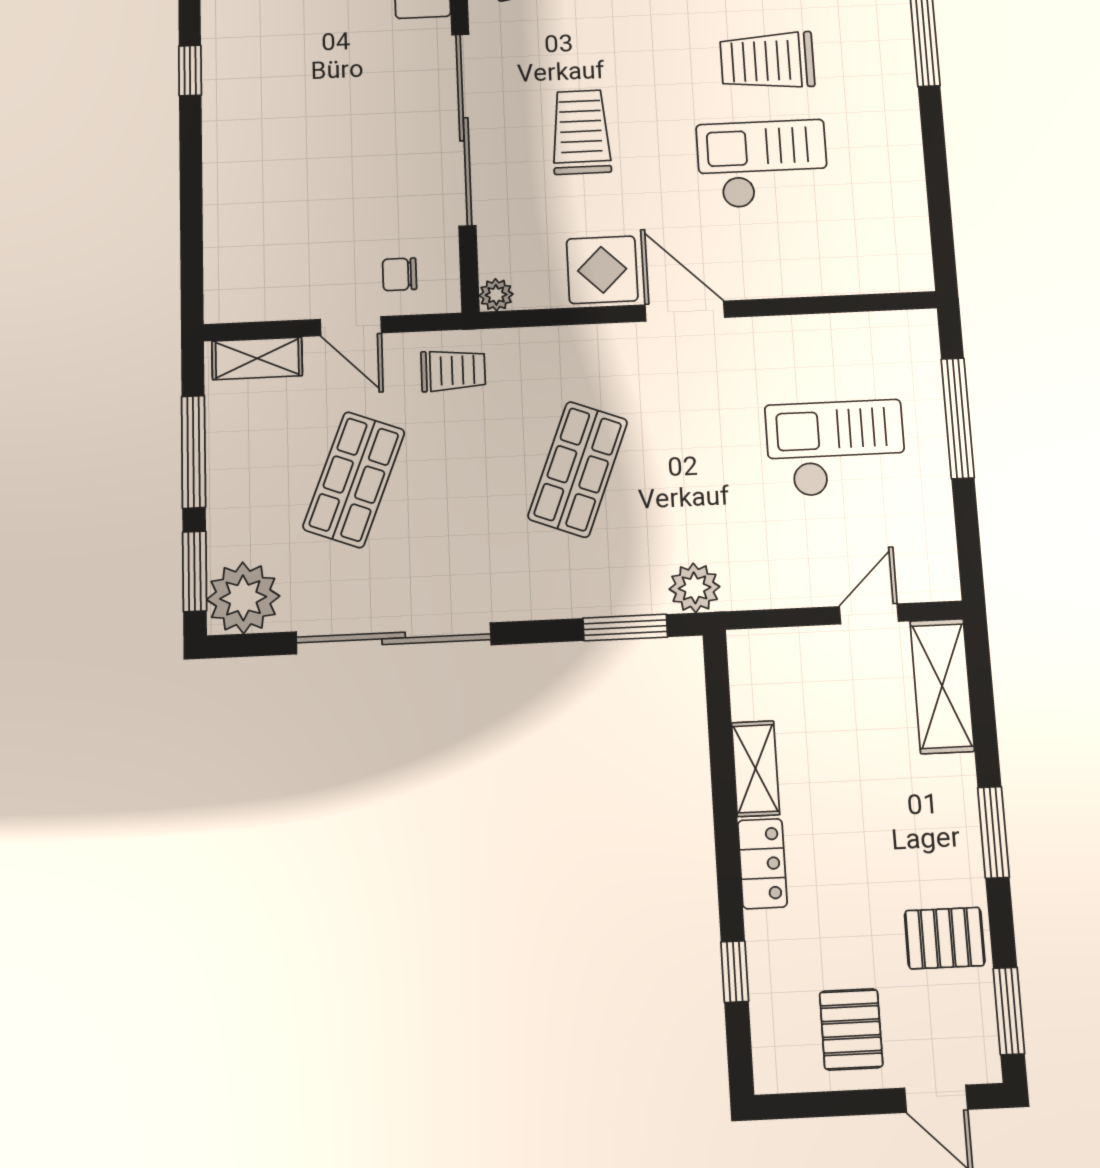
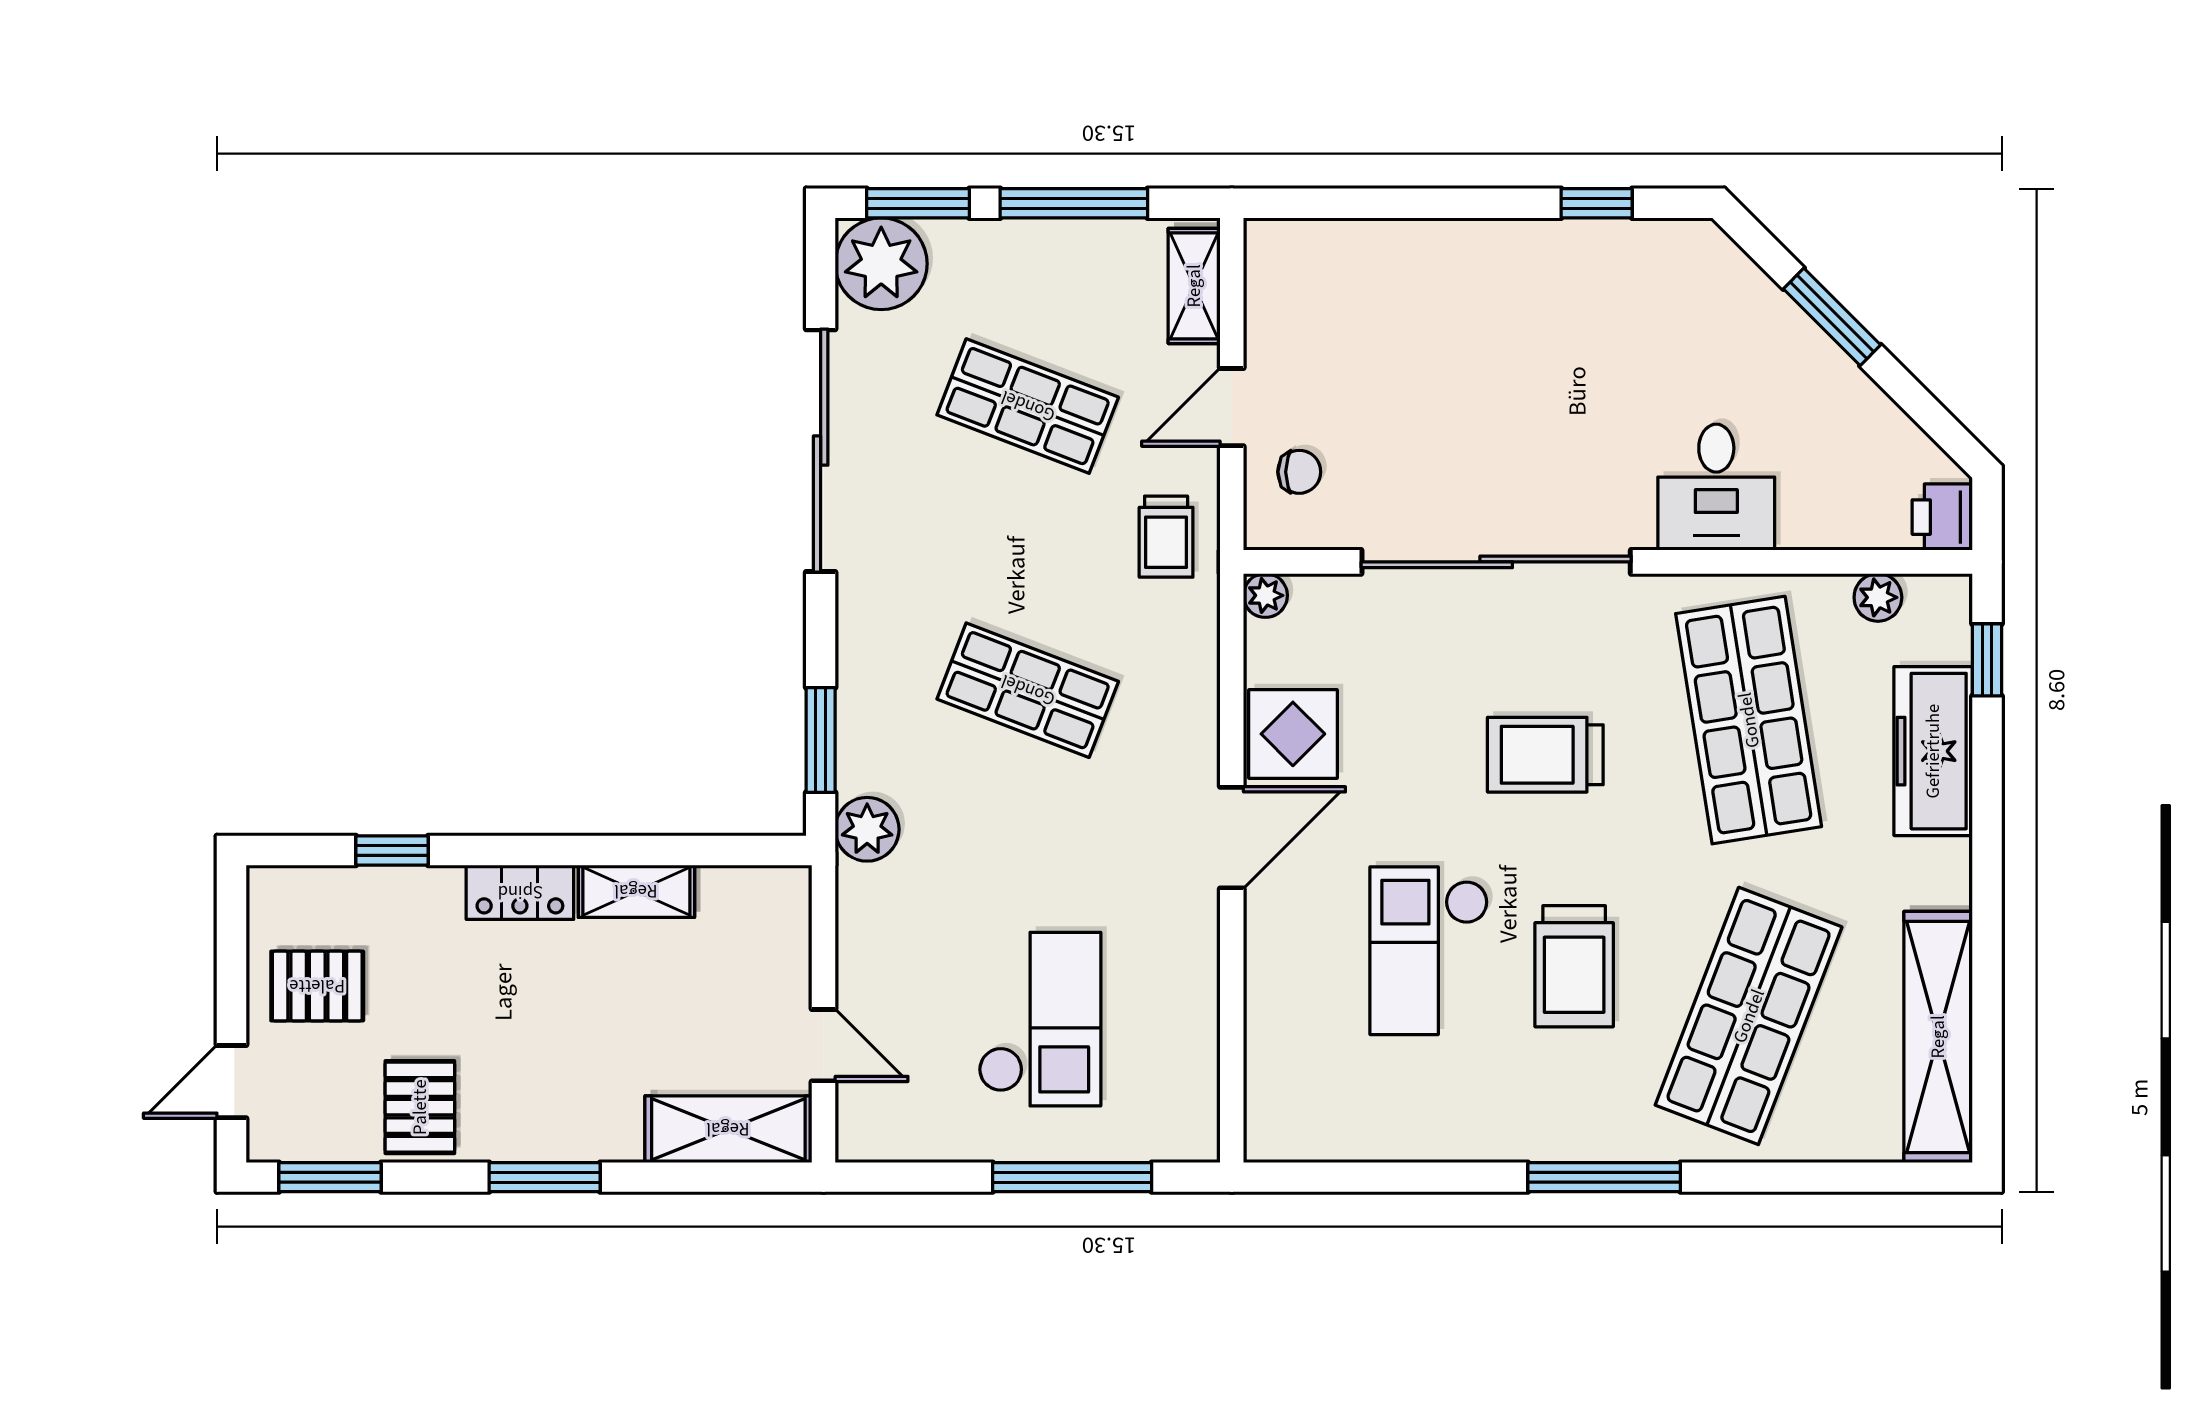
trolley: (767, 61) -> (1574, 966), turned 180
trolley: (581, 132) -> (1545, 755), moved, turned 180
checkout: (763, 164) -> (1429, 951), turned 180
chair: (400, 274) -> (1299, 472), turned 90

